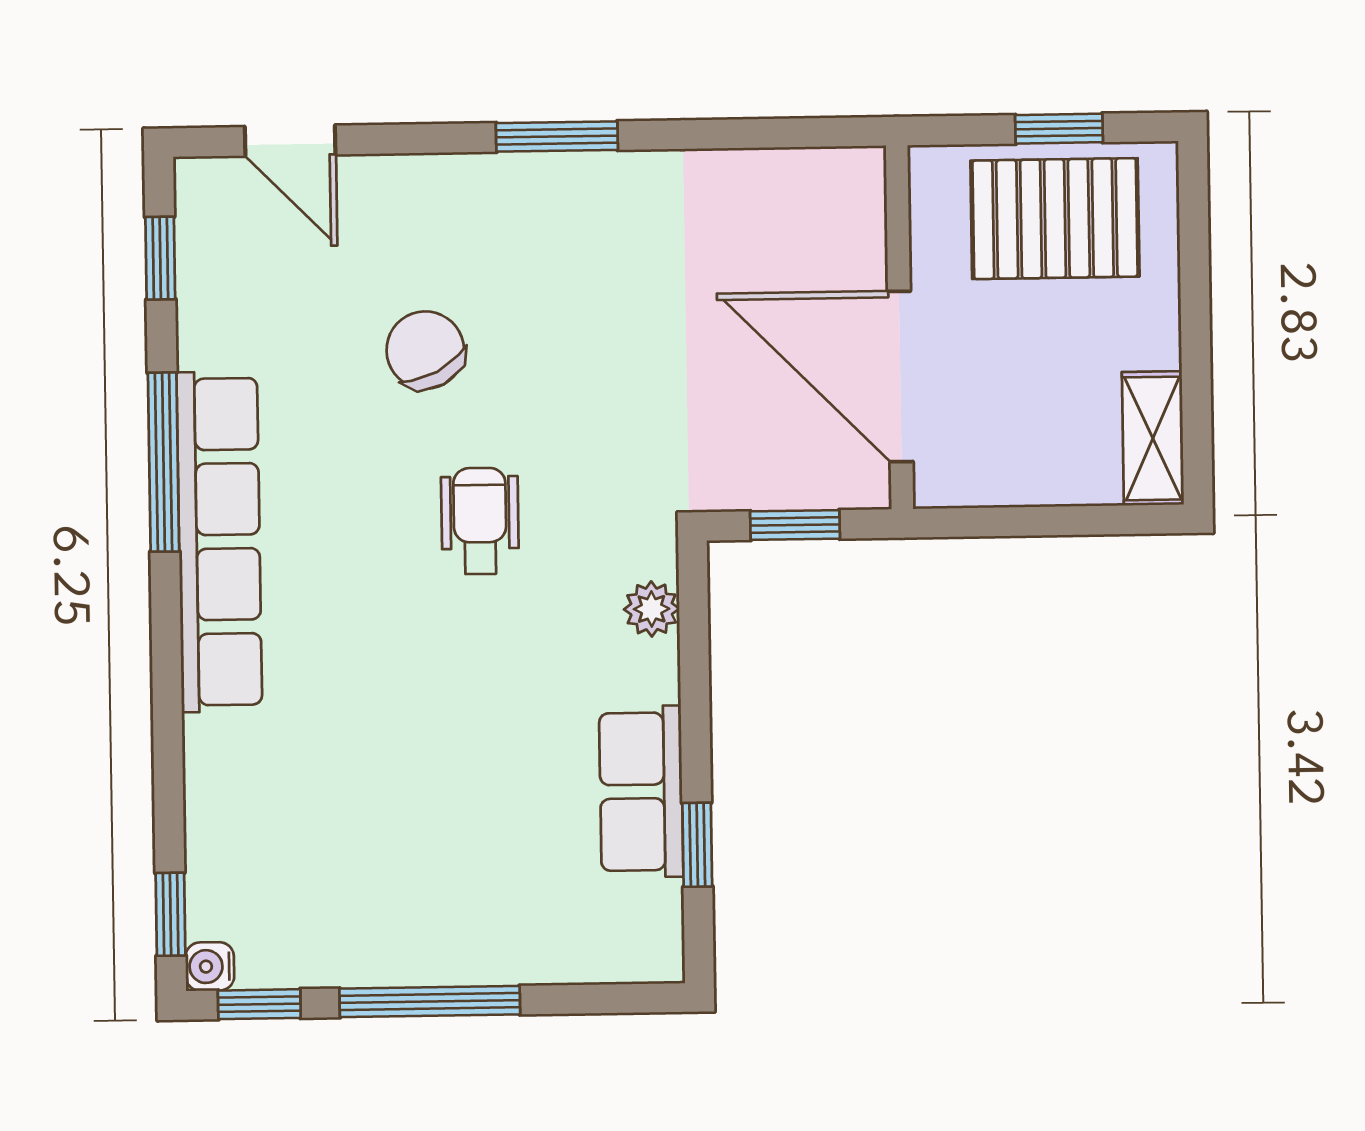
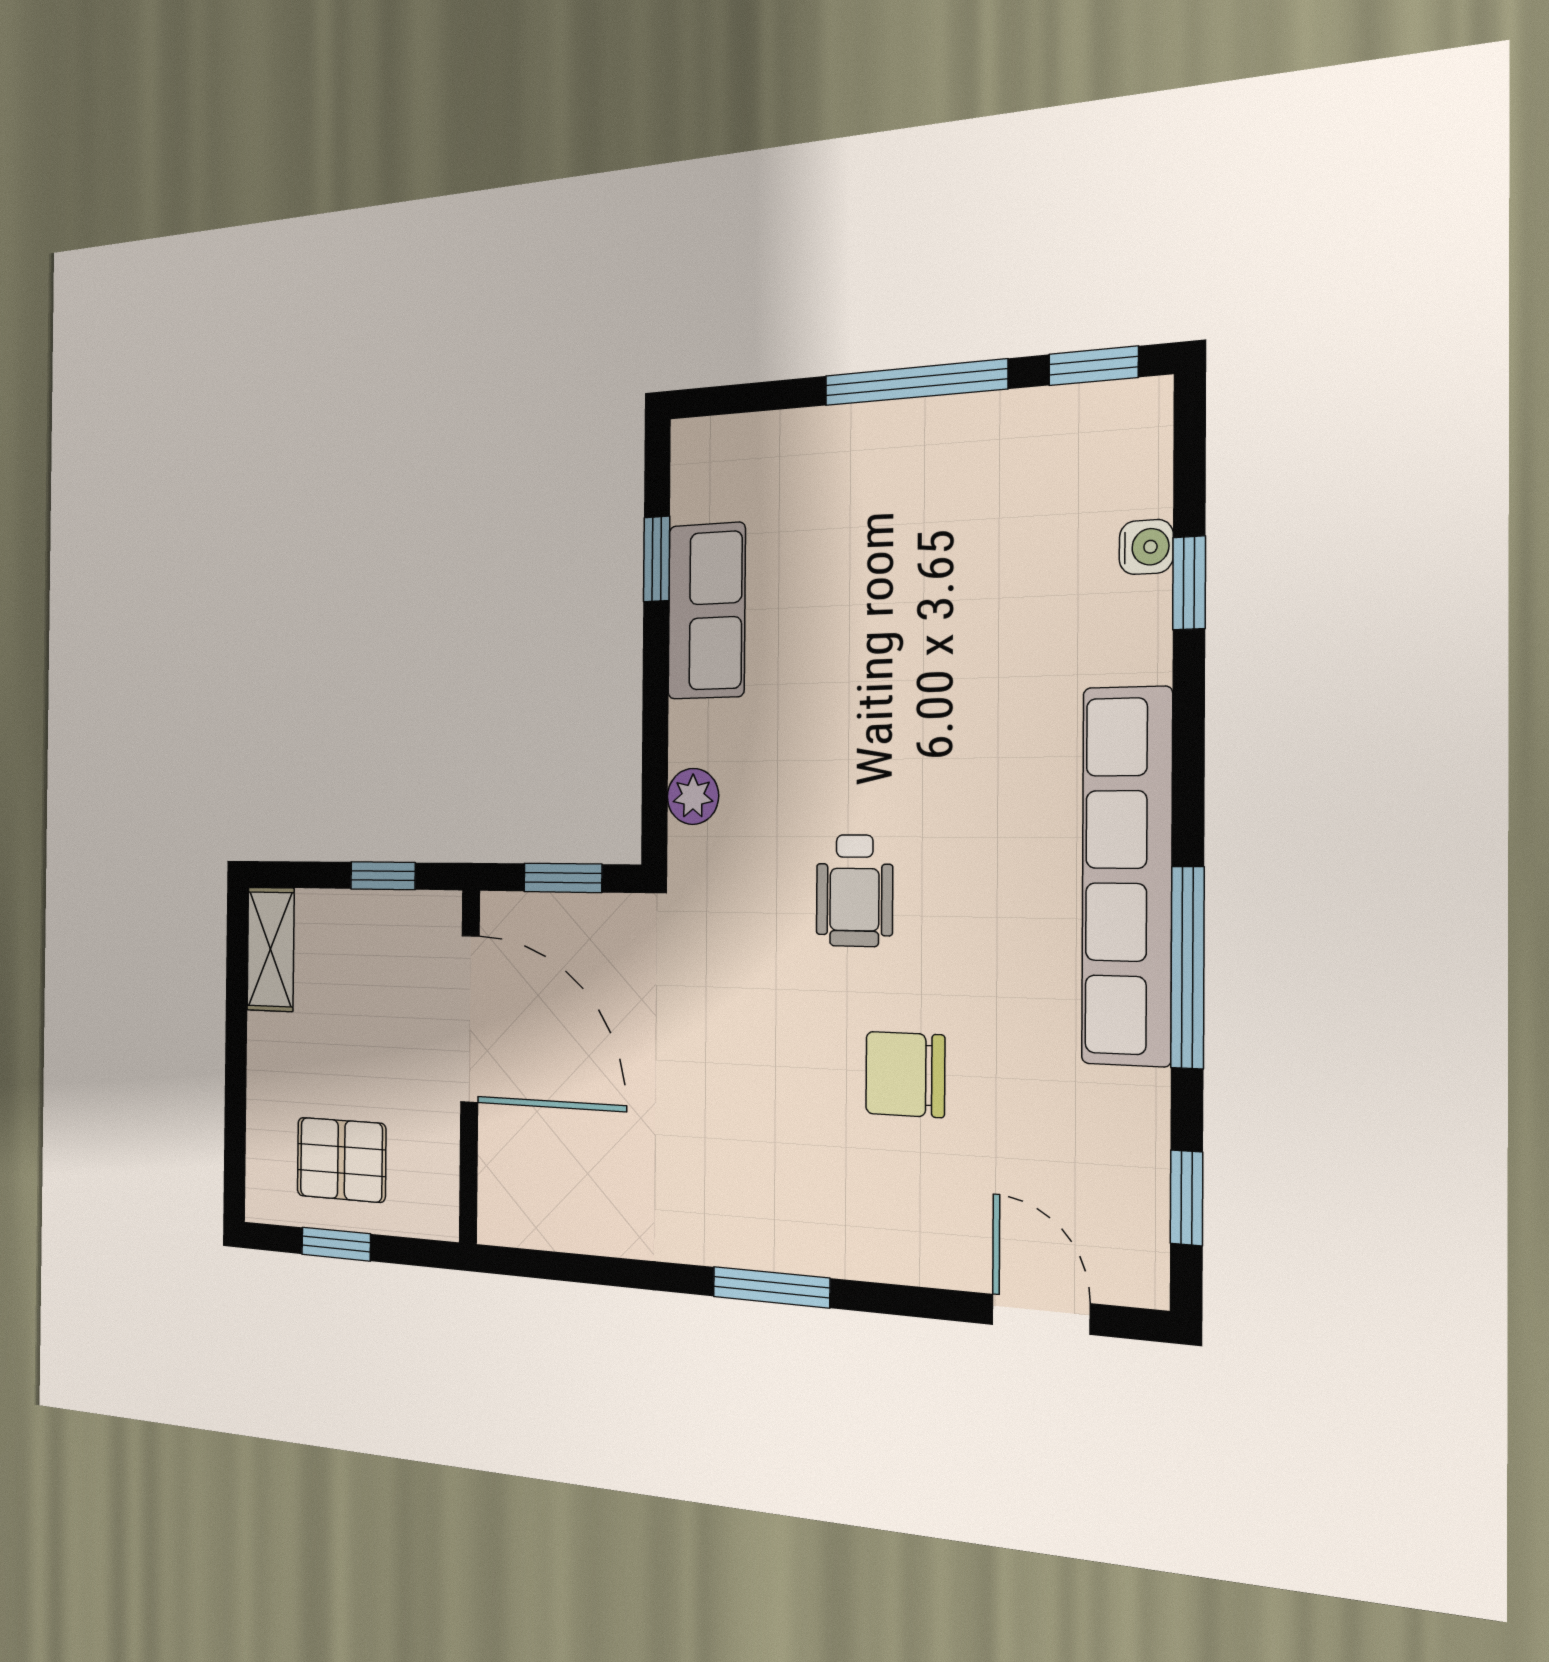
pallet: (1055, 219) -> (341, 1160), width x0.67, depth x0.71
chair: (425, 350) -> (905, 1074), turned 118
window: (1011, 522) -> (383, 876), added
window: (171, 914) -> (1189, 583), moved
water cooler: (210, 966) -> (1146, 547), moved

